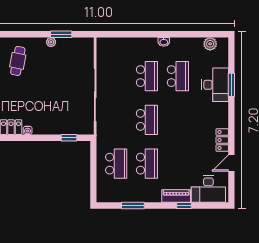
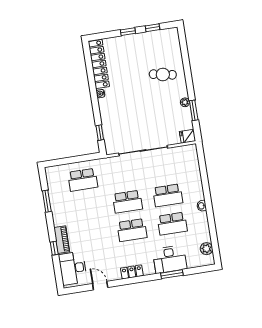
fridge: (87, 45) -> (188, 136), added
locker: (222, 140) -> (132, 272), moved
school desk: (147, 164) -> (132, 230), moved

